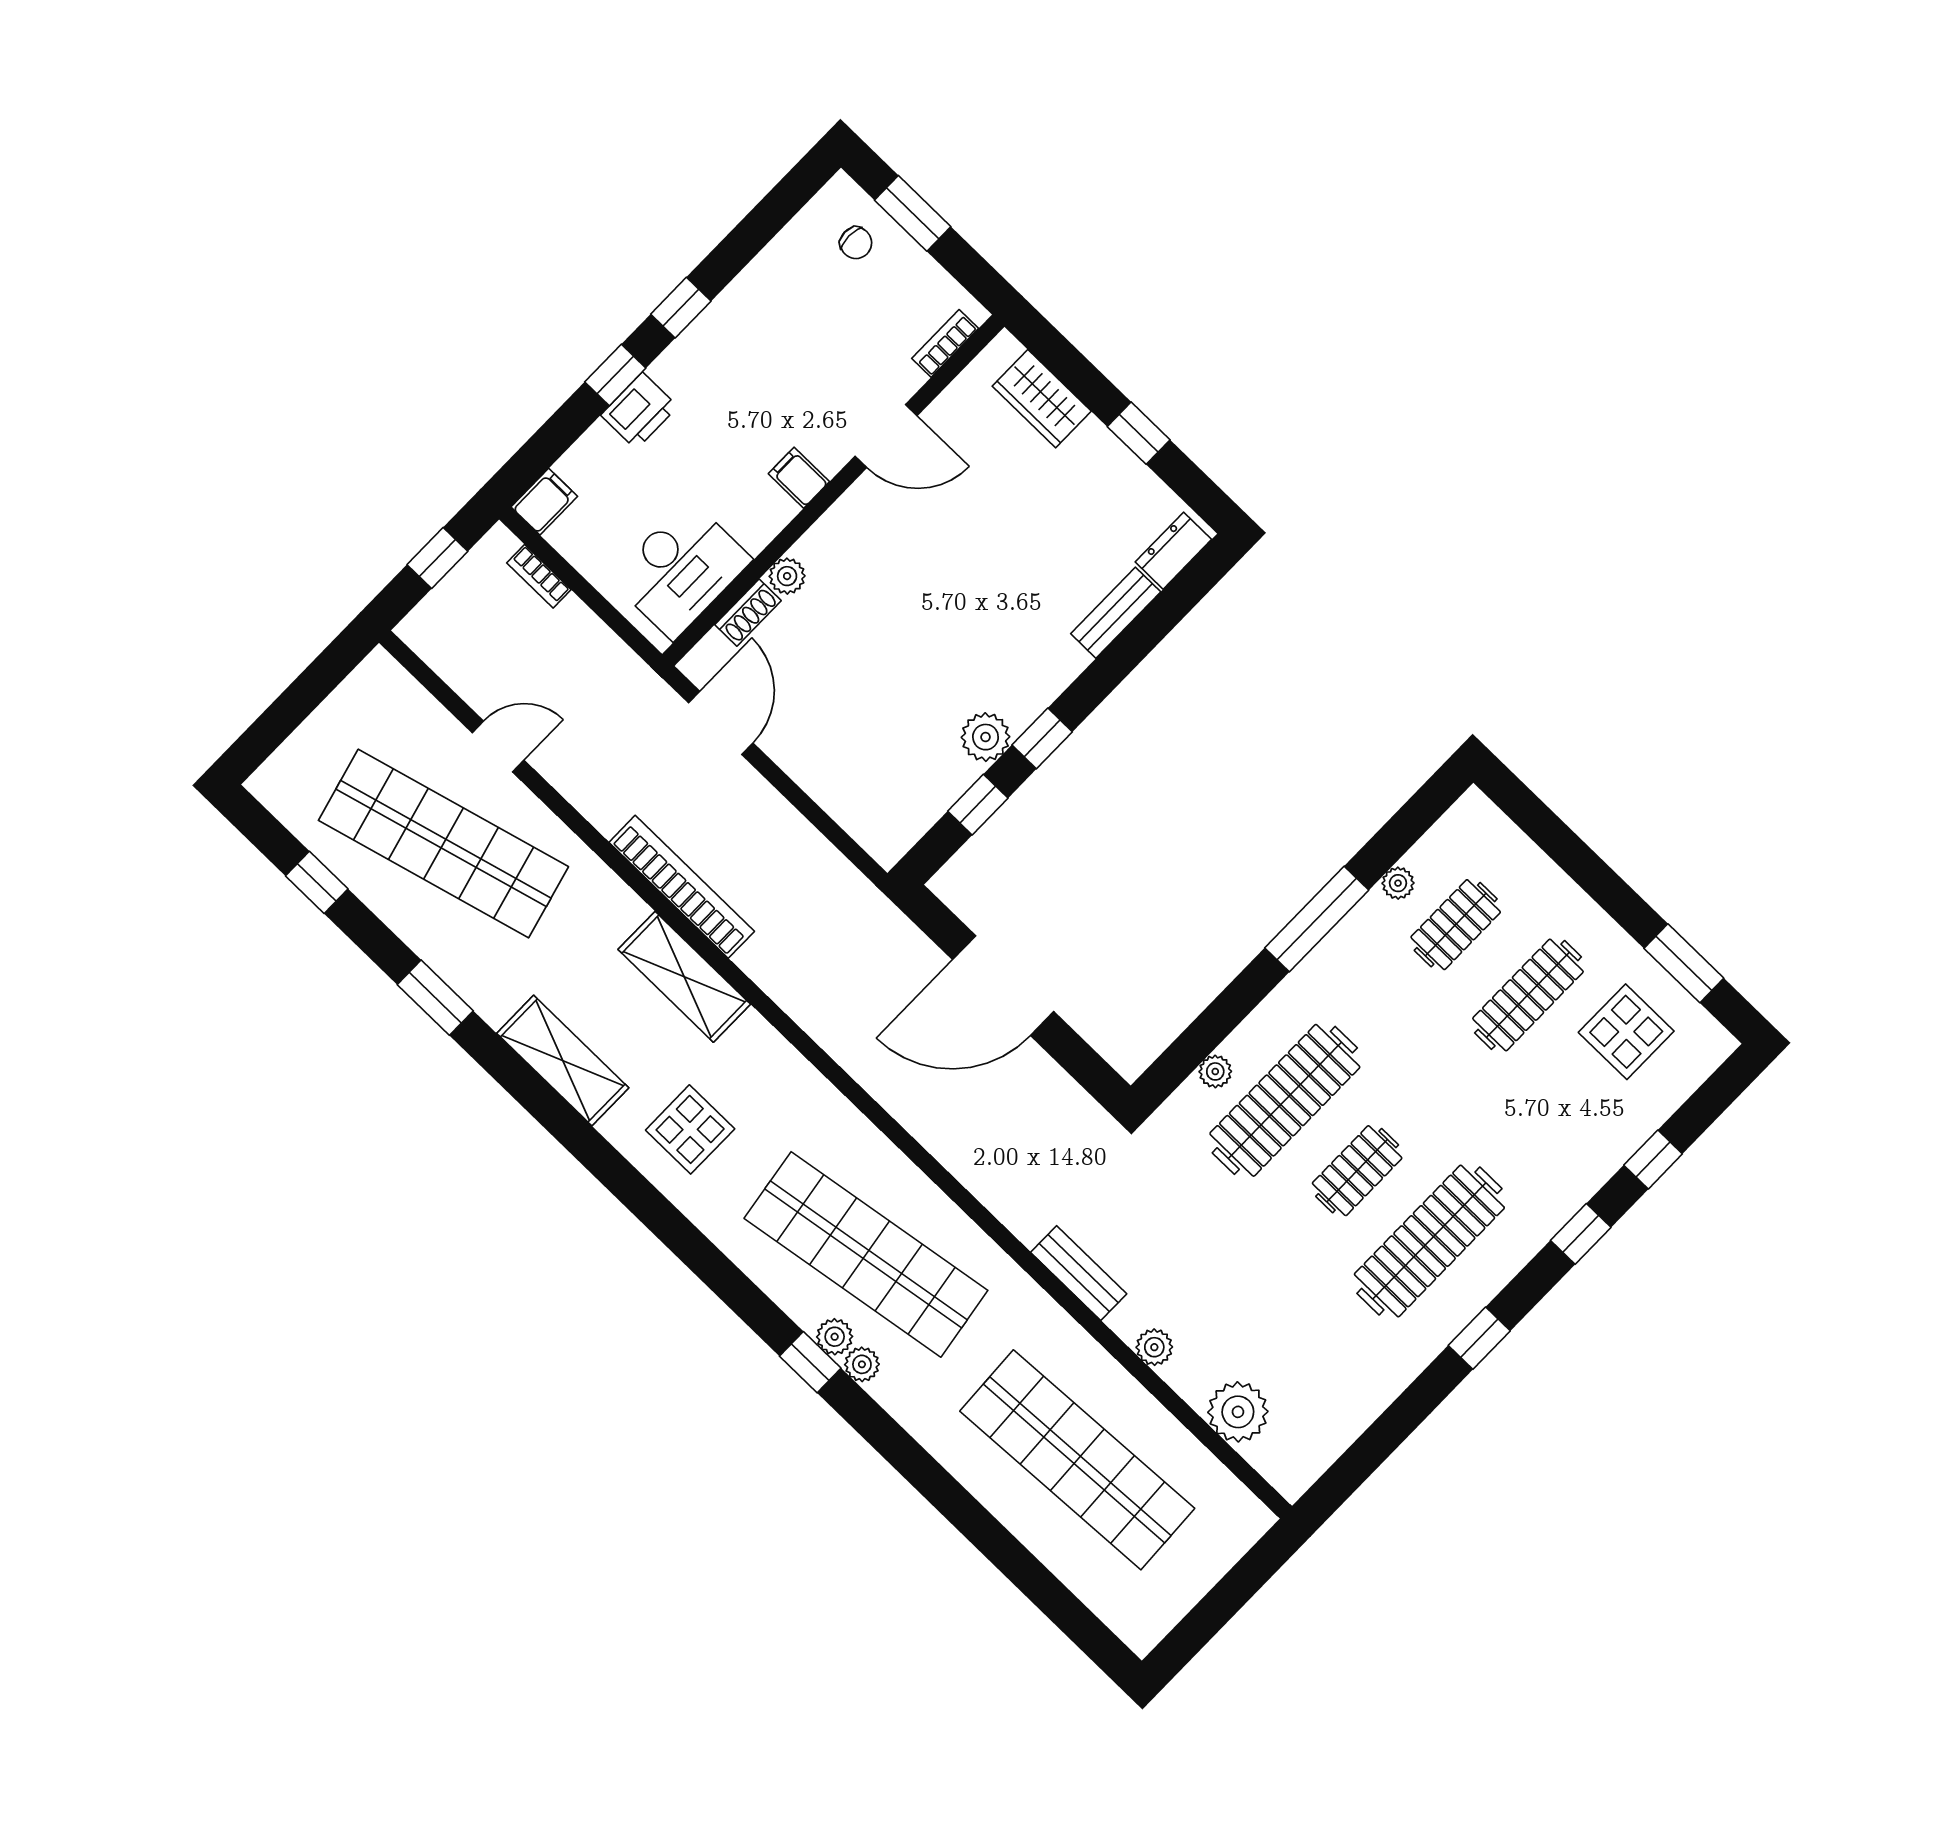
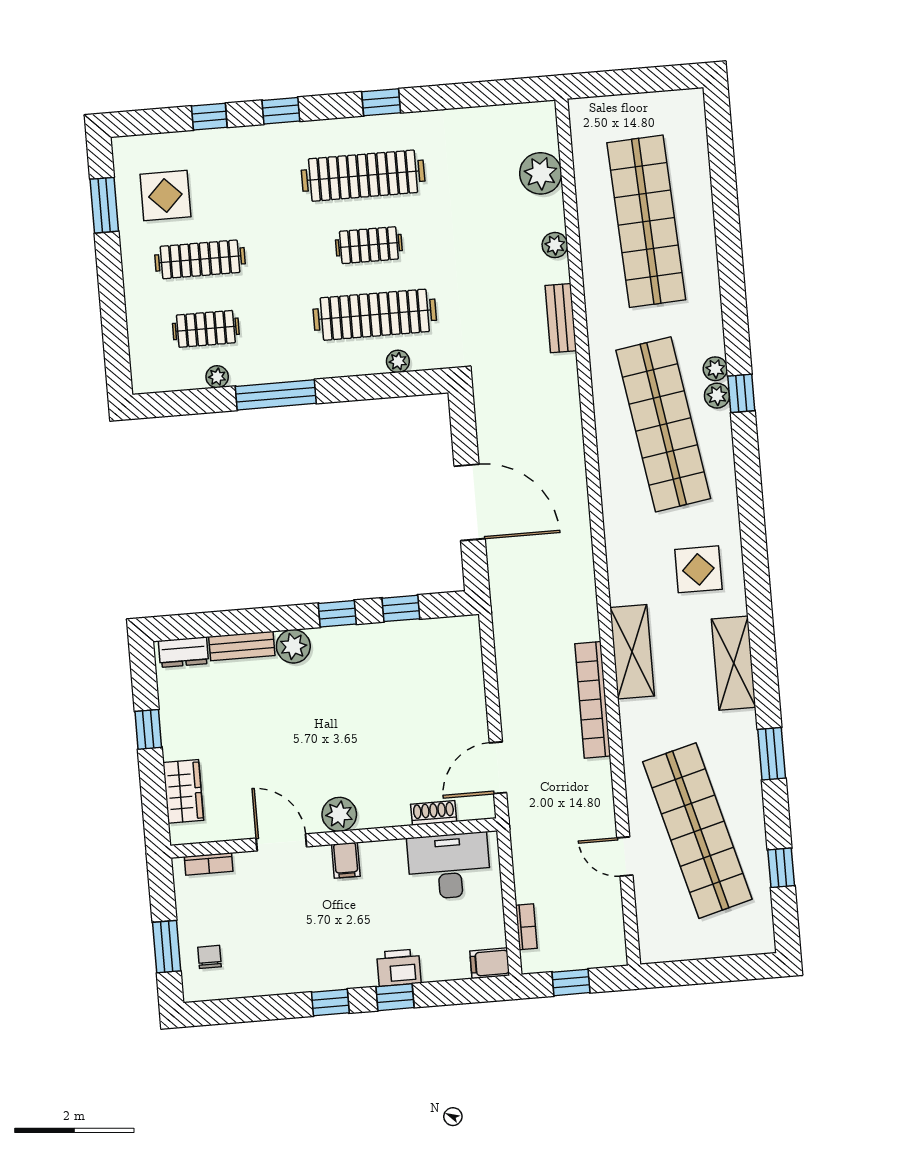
plant: (787, 576) -> (339, 814), moved, width x1.38, depth x1.38
plant: (986, 737) -> (293, 646), moved

